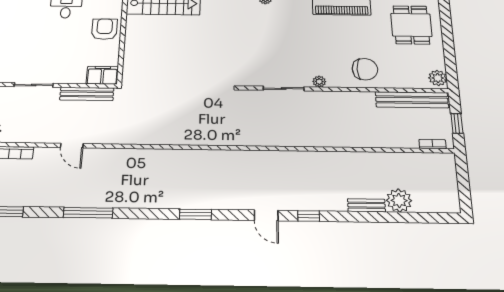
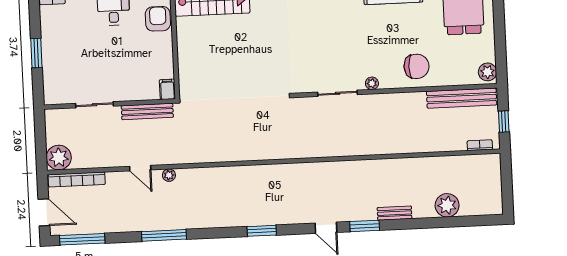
armchair: (105, 29) -> (158, 19), moved
filing cabinet: (102, 75) -> (167, 89), width x0.50
plant: (101, 154) -> (169, 175), added
bench: (366, 205) -> (395, 213), moved
window: (309, 216) -> (365, 226), width x1.50

